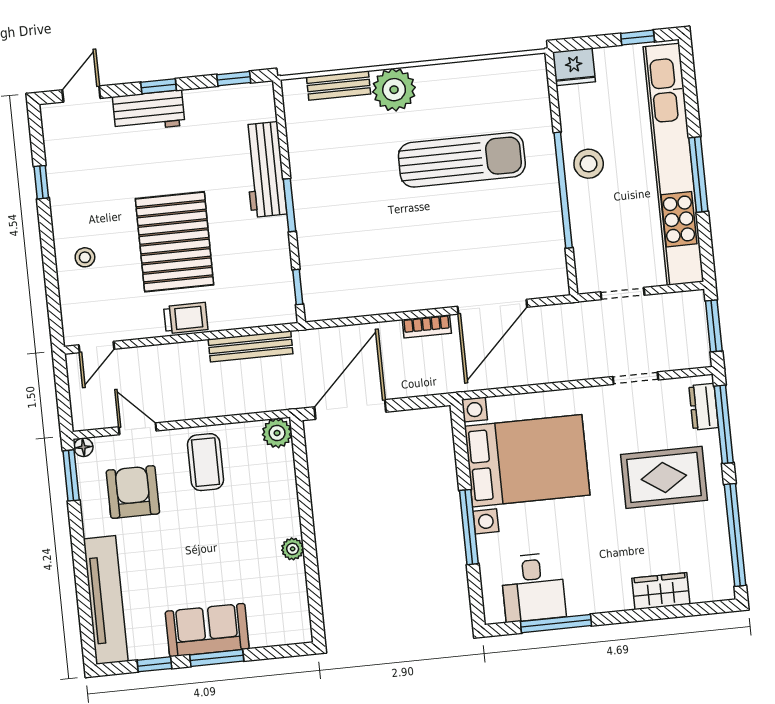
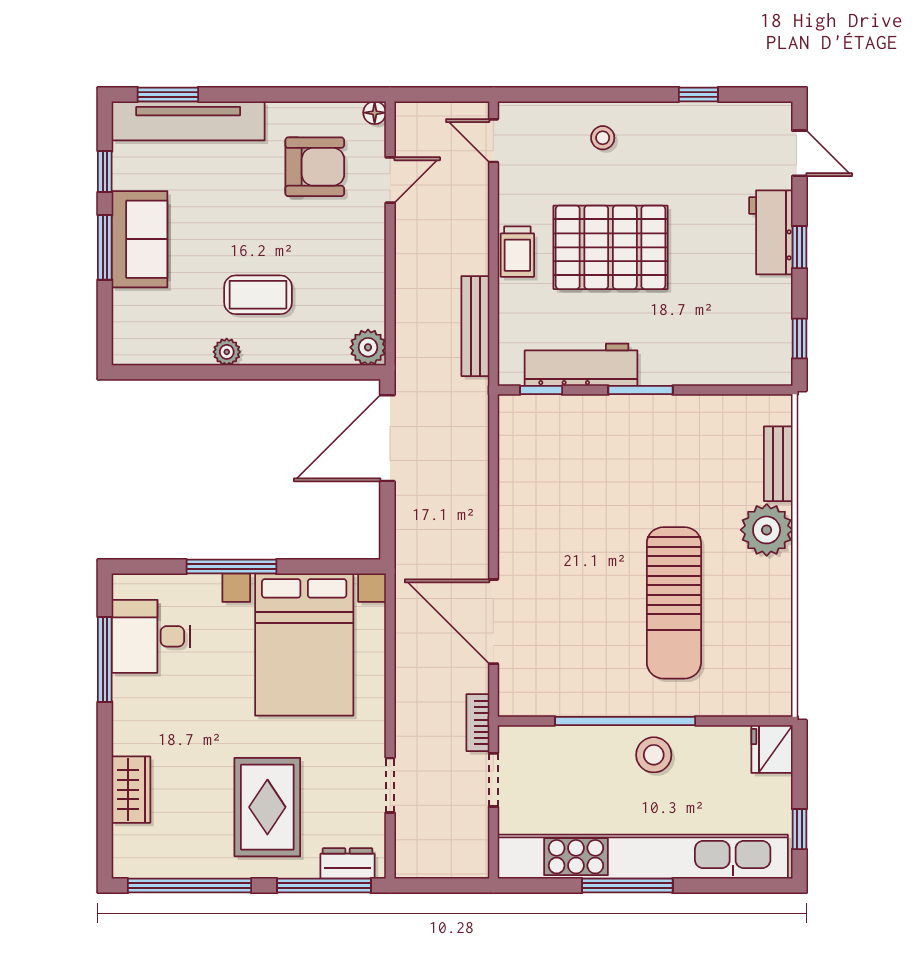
workbench: (265, 170) -> (581, 365), moved
bookcase: (427, 326) -> (478, 723), moved
window: (714, 326) -> (443, 886), removed
door: (350, 409) -> (387, 438), swing flipped
coffee table: (205, 462) -> (258, 295), moved
window: (71, 475) -> (168, 94), moved

